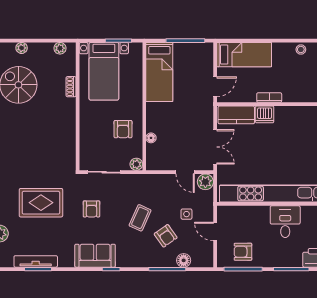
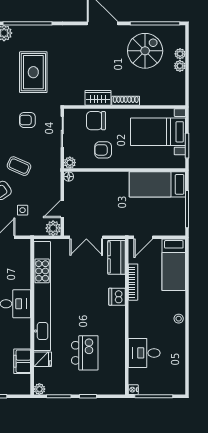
plant: (60, 48) -> (180, 66), moved
shoe rack: (71, 87) -> (126, 101), moved, width x1.43
door: (215, 87) -> (143, 237), hinge flipped
bookcase: (269, 98) -> (133, 282), width x1.56
dishwasher: (265, 114) -> (117, 297), moved
wardrobe: (68, 135) -> (98, 98), added
chair: (92, 137) -> (96, 121), added
floor lamp: (151, 138) -> (69, 177), moved

